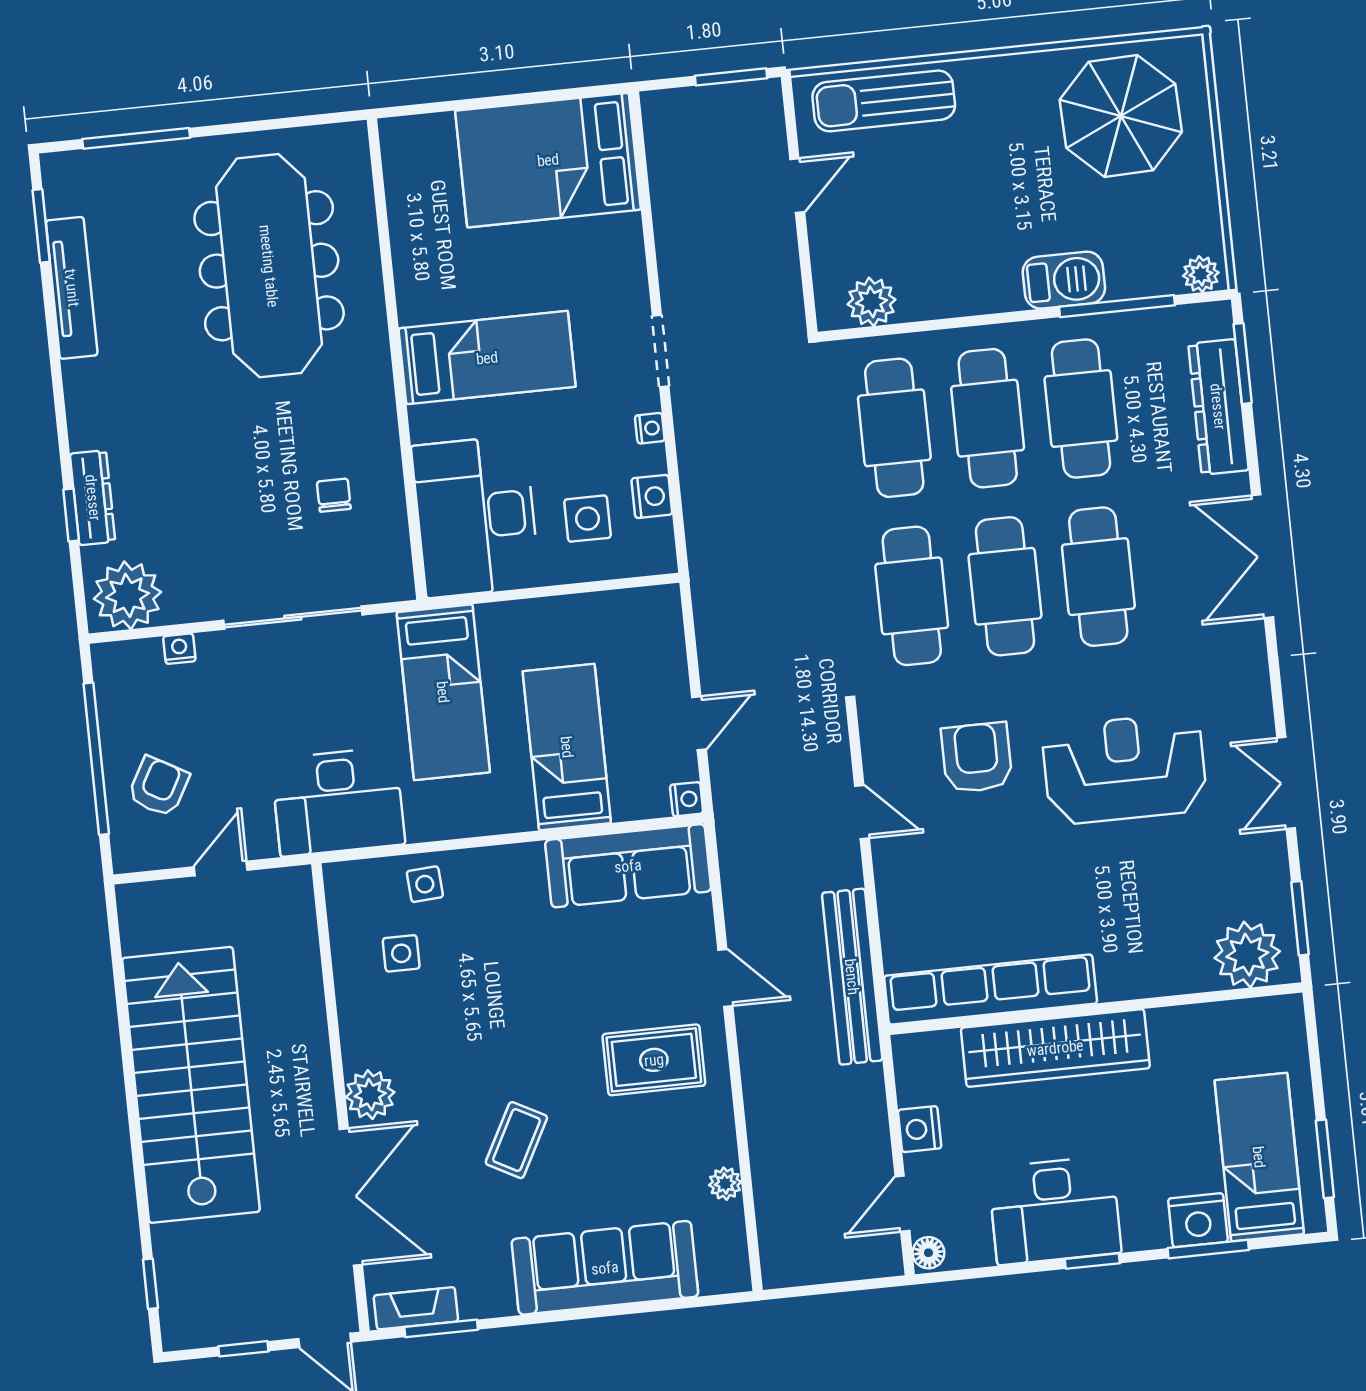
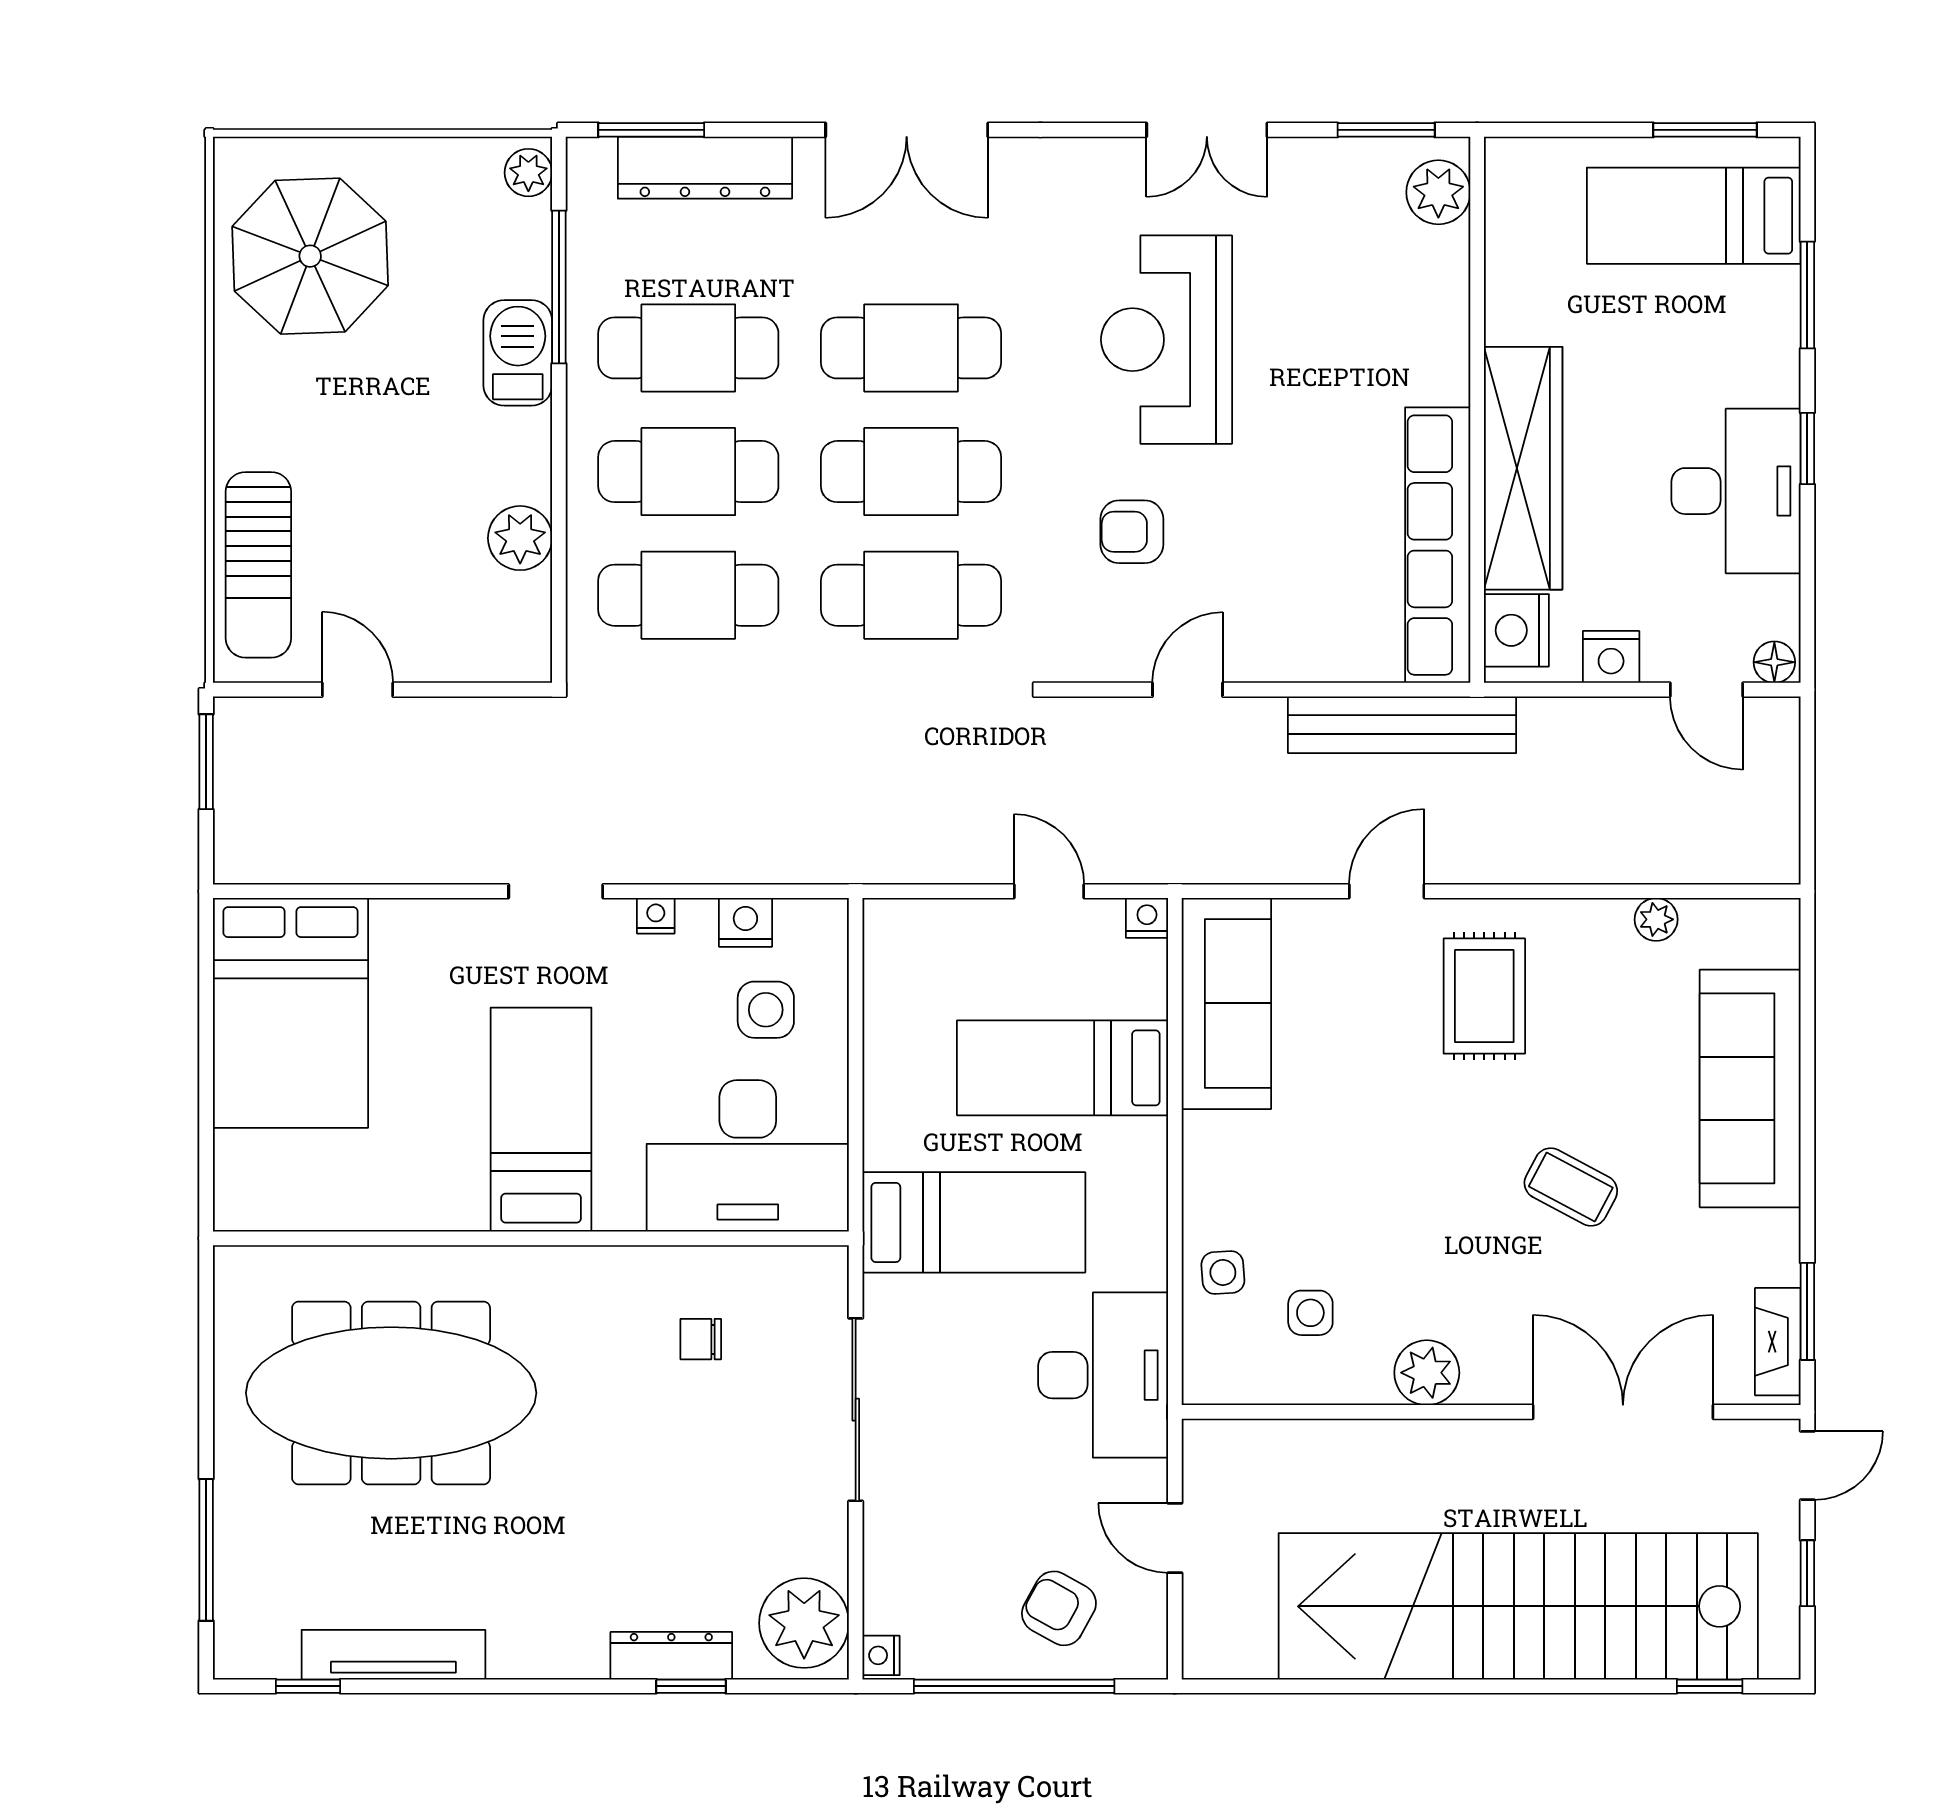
window: (41, 226) -> (308, 1686), width x0.67
plant: (871, 302) -> (520, 538), moved
nightstand: (179, 649) -> (881, 1655), moved
armchair: (977, 758) -> (1132, 532), width x0.72, depth x0.72
plant: (1247, 955) -> (1438, 192), width x0.73, depth x0.73
stairs: (191, 1085) -> (1518, 1606), width x1.36
plant: (370, 1095) -> (1427, 1373), moved
nightstand: (1198, 1220) -> (1516, 630), moved, turned 180

